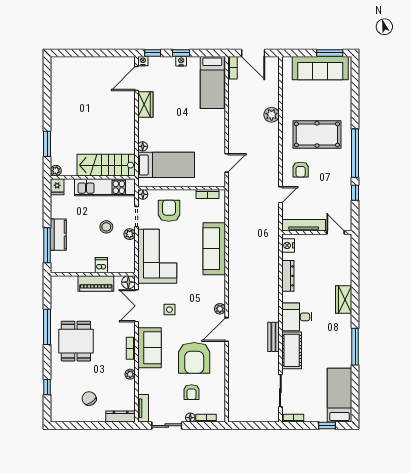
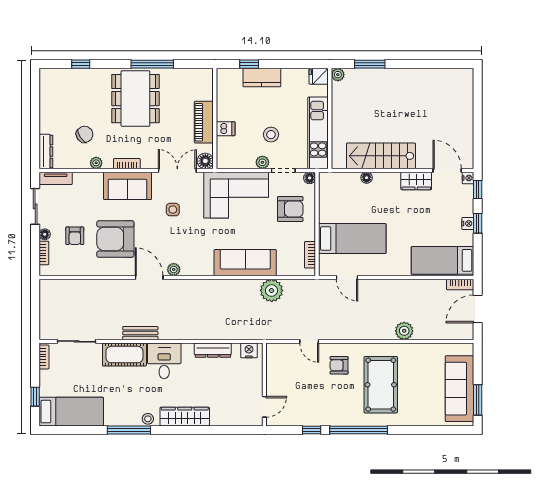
stairs: (106, 165) -> (381, 156), moved, turned -90
bed: (166, 165) -> (352, 239), moved, turned -90
tv unit: (304, 225) -> (273, 369), removed
plant: (238, 226) -> (272, 290), added
window: (47, 245) -> (249, 64), width x0.46
wardrobe: (344, 300) -> (185, 417), width x1.50
stool: (346, 331) -> (148, 419), added
dining table: (76, 341) -> (135, 99), width x1.38
armchair: (191, 392) -> (75, 236), turned -90
chair: (89, 399) -> (85, 134), moved

